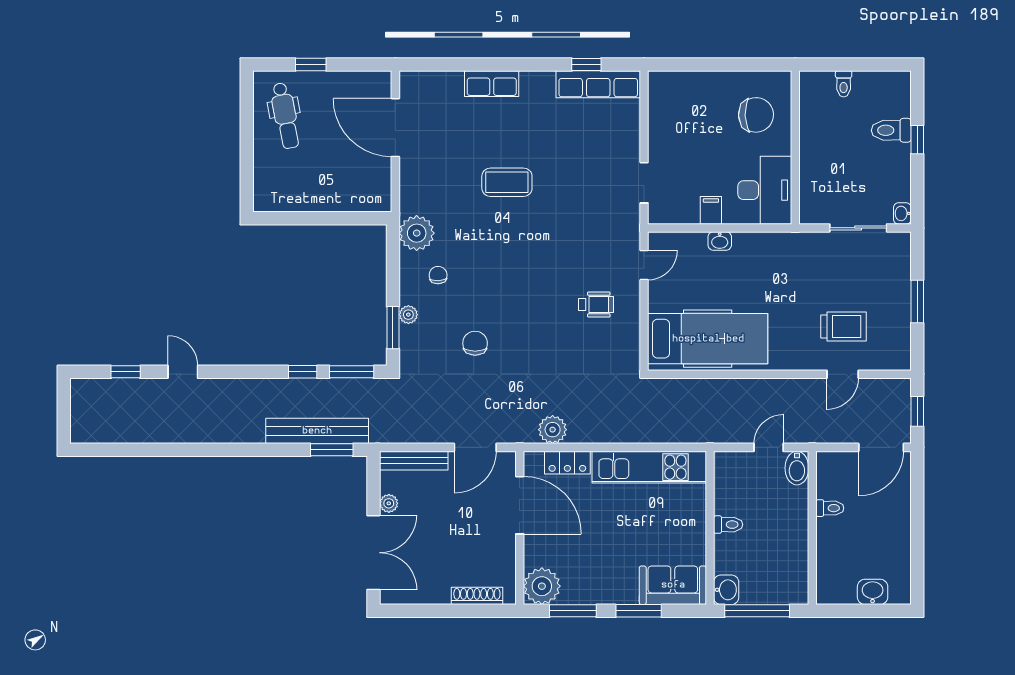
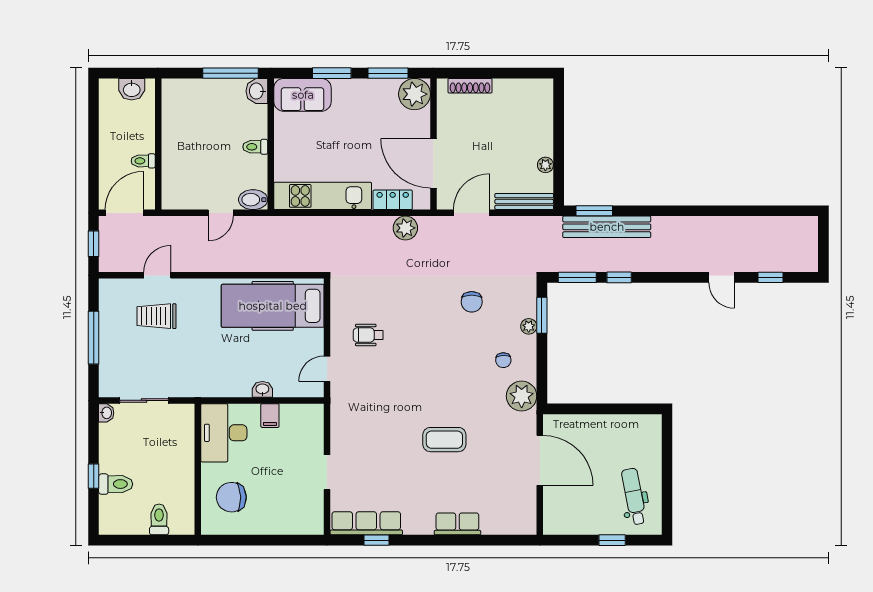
toilet: (844, 84) -> (159, 519), width x1.37, depth x1.39
door: (395, 128) -> (540, 460), moved
doorway: (644, 183) -> (327, 472), moved
window: (917, 301) -> (94, 338), width x1.44
bidet: (797, 468) -> (253, 200), moved, turned -90
toilet: (830, 508) -> (143, 161), moved
wall: (812, 528) -> (158, 144), moved
double door: (373, 553) -> (559, 123), removed

